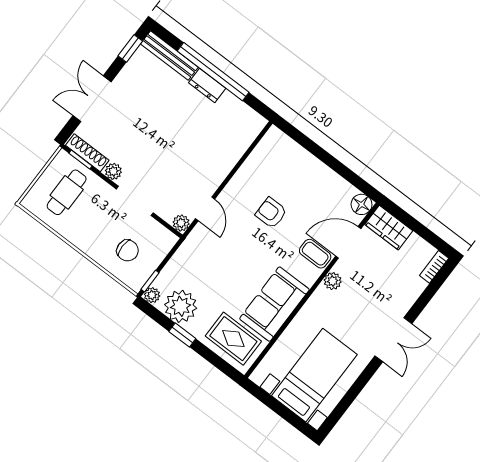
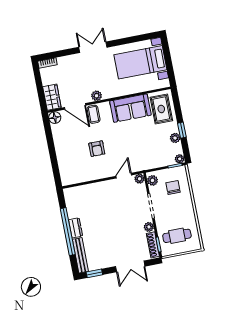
plant: (162, 236) -> (153, 180), added
plant: (181, 306) -> (175, 138), width x0.53, depth x0.53

